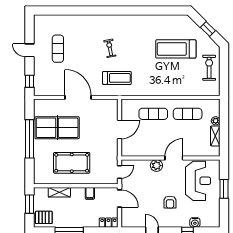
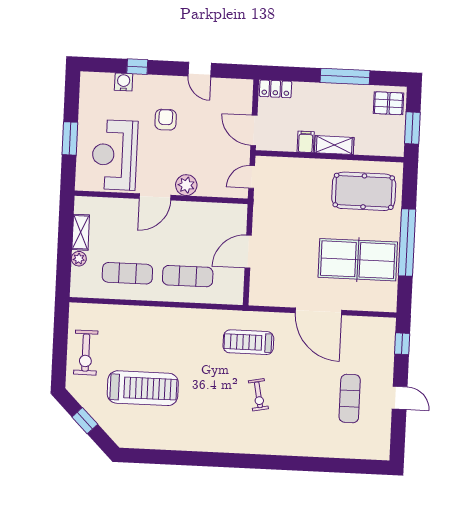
pool table: (72, 163) -> (364, 191), moved
shelving: (59, 192) -> (334, 145), moved

